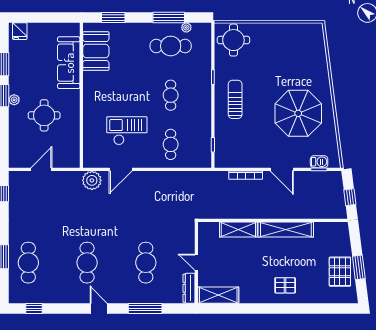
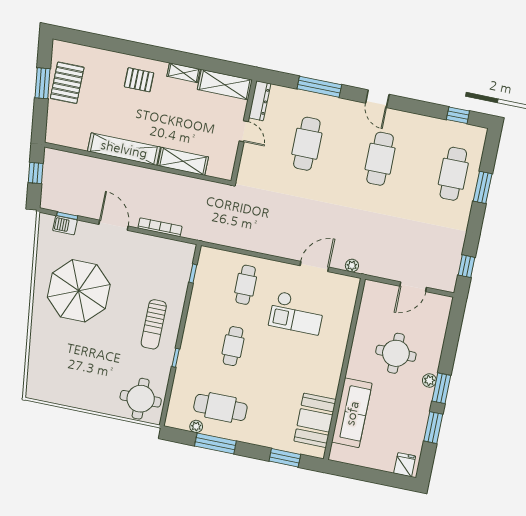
plant: (92, 180) -> (352, 266), width x0.53, depth x0.53
shelving: (252, 298) -> (184, 73), added

